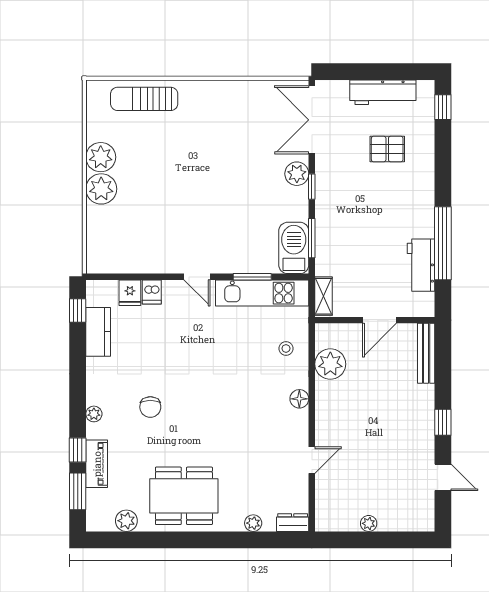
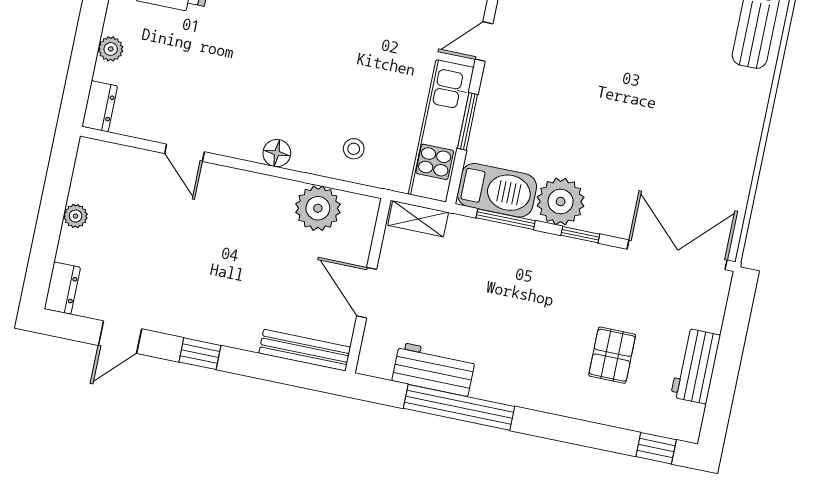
workbench: (383, 92) -> (696, 366), width x0.73
plant: (297, 174) -> (561, 201), moved, width x1.36, depth x1.36
dresser: (418, 522) -> (62, 288), added

